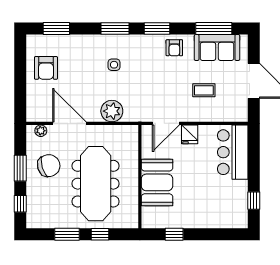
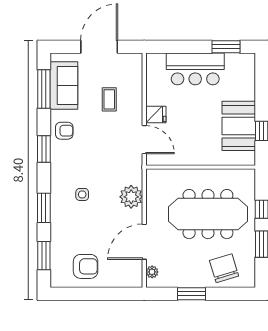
window: (115, 29) -> (44, 208), moved
bar counter: (233, 152) -> (195, 69), moved
chair: (49, 166) -> (224, 268), moved
booth: (157, 182) -> (239, 126), moved, turned 90
window: (254, 201) -> (226, 47), width x1.50
window: (20, 204) -> (229, 294), removed

